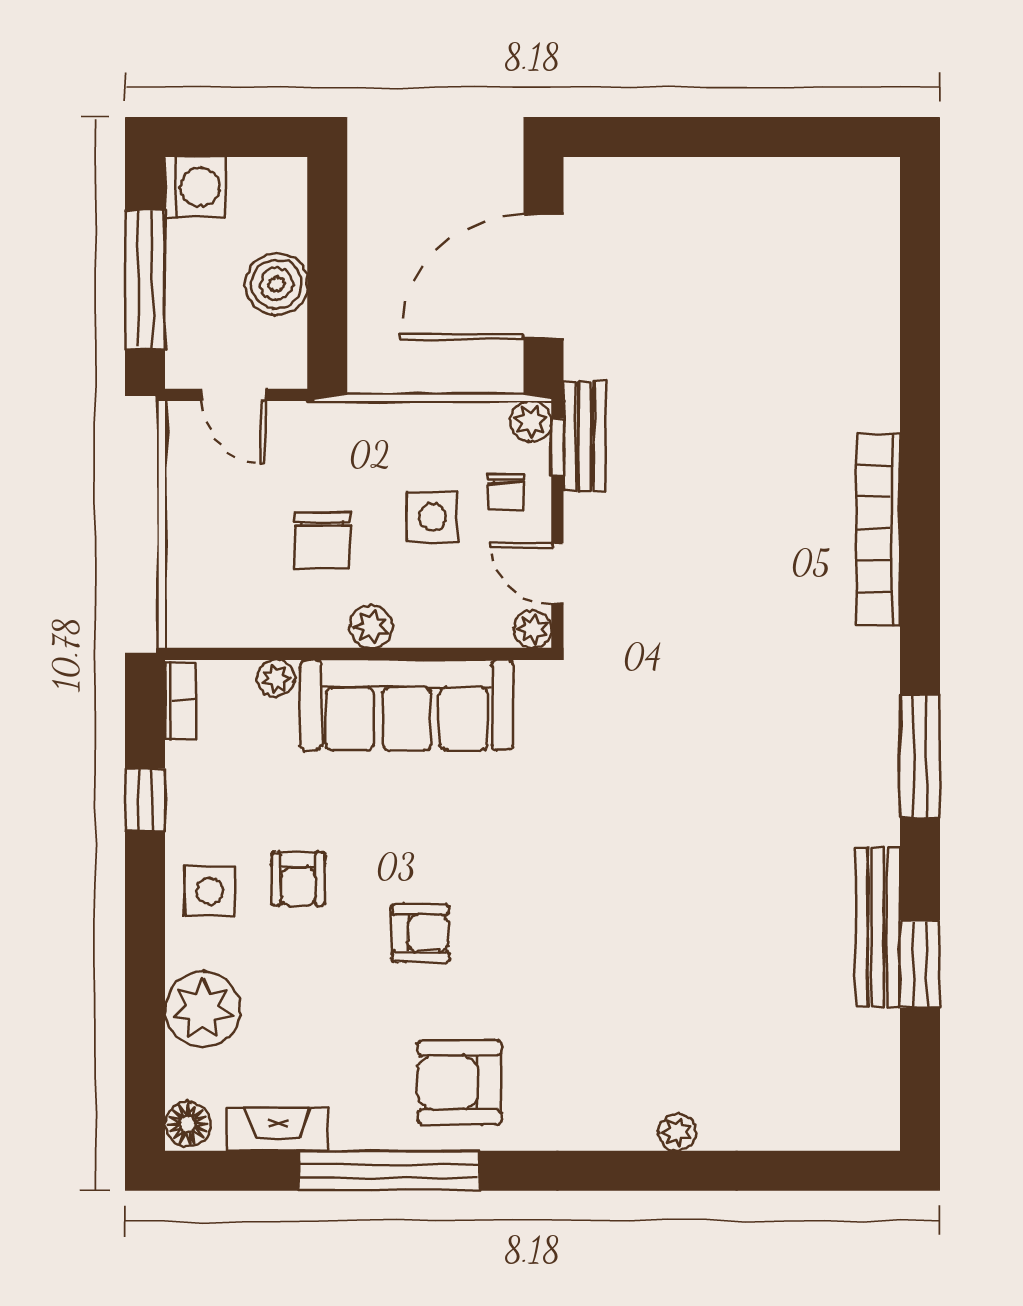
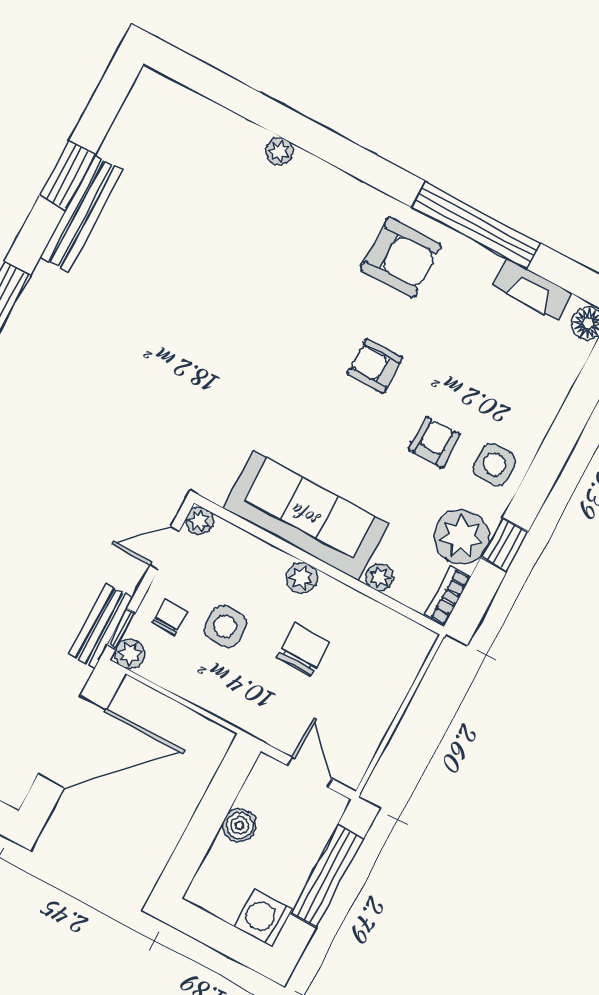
boiler: (276, 284) -> (240, 825), width x0.73, depth x0.73
door: (557, 573) -> (165, 548), swing flipped
plant: (203, 1009) -> (461, 537), moved

